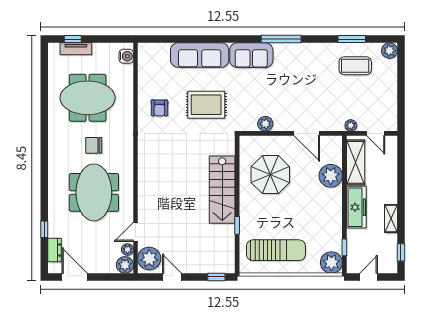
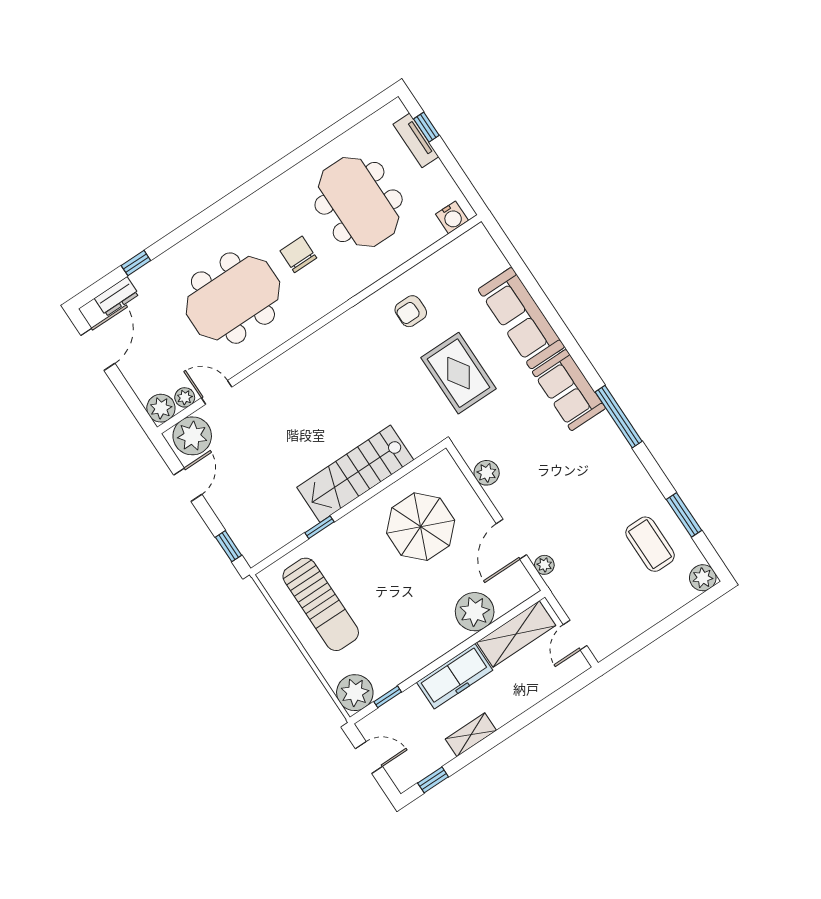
plant: (351, 125) -> (544, 565), moved

